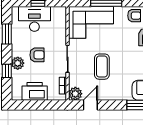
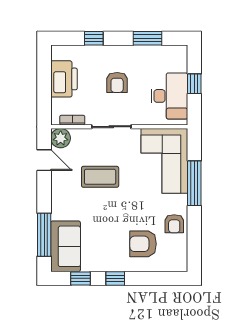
desk: (34, 19) -> (169, 96), moved
plant: (18, 63) -> (105, 54), removed

